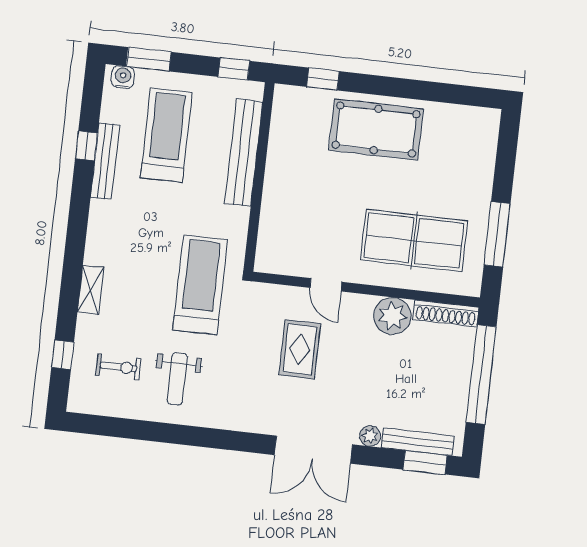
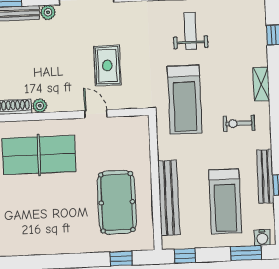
pool table: (376, 129) -> (117, 202), moved, turned 90
plant: (392, 316) -> (40, 106), width x0.53, depth x0.53
exercise bike: (118, 367) -> (239, 123), moved

